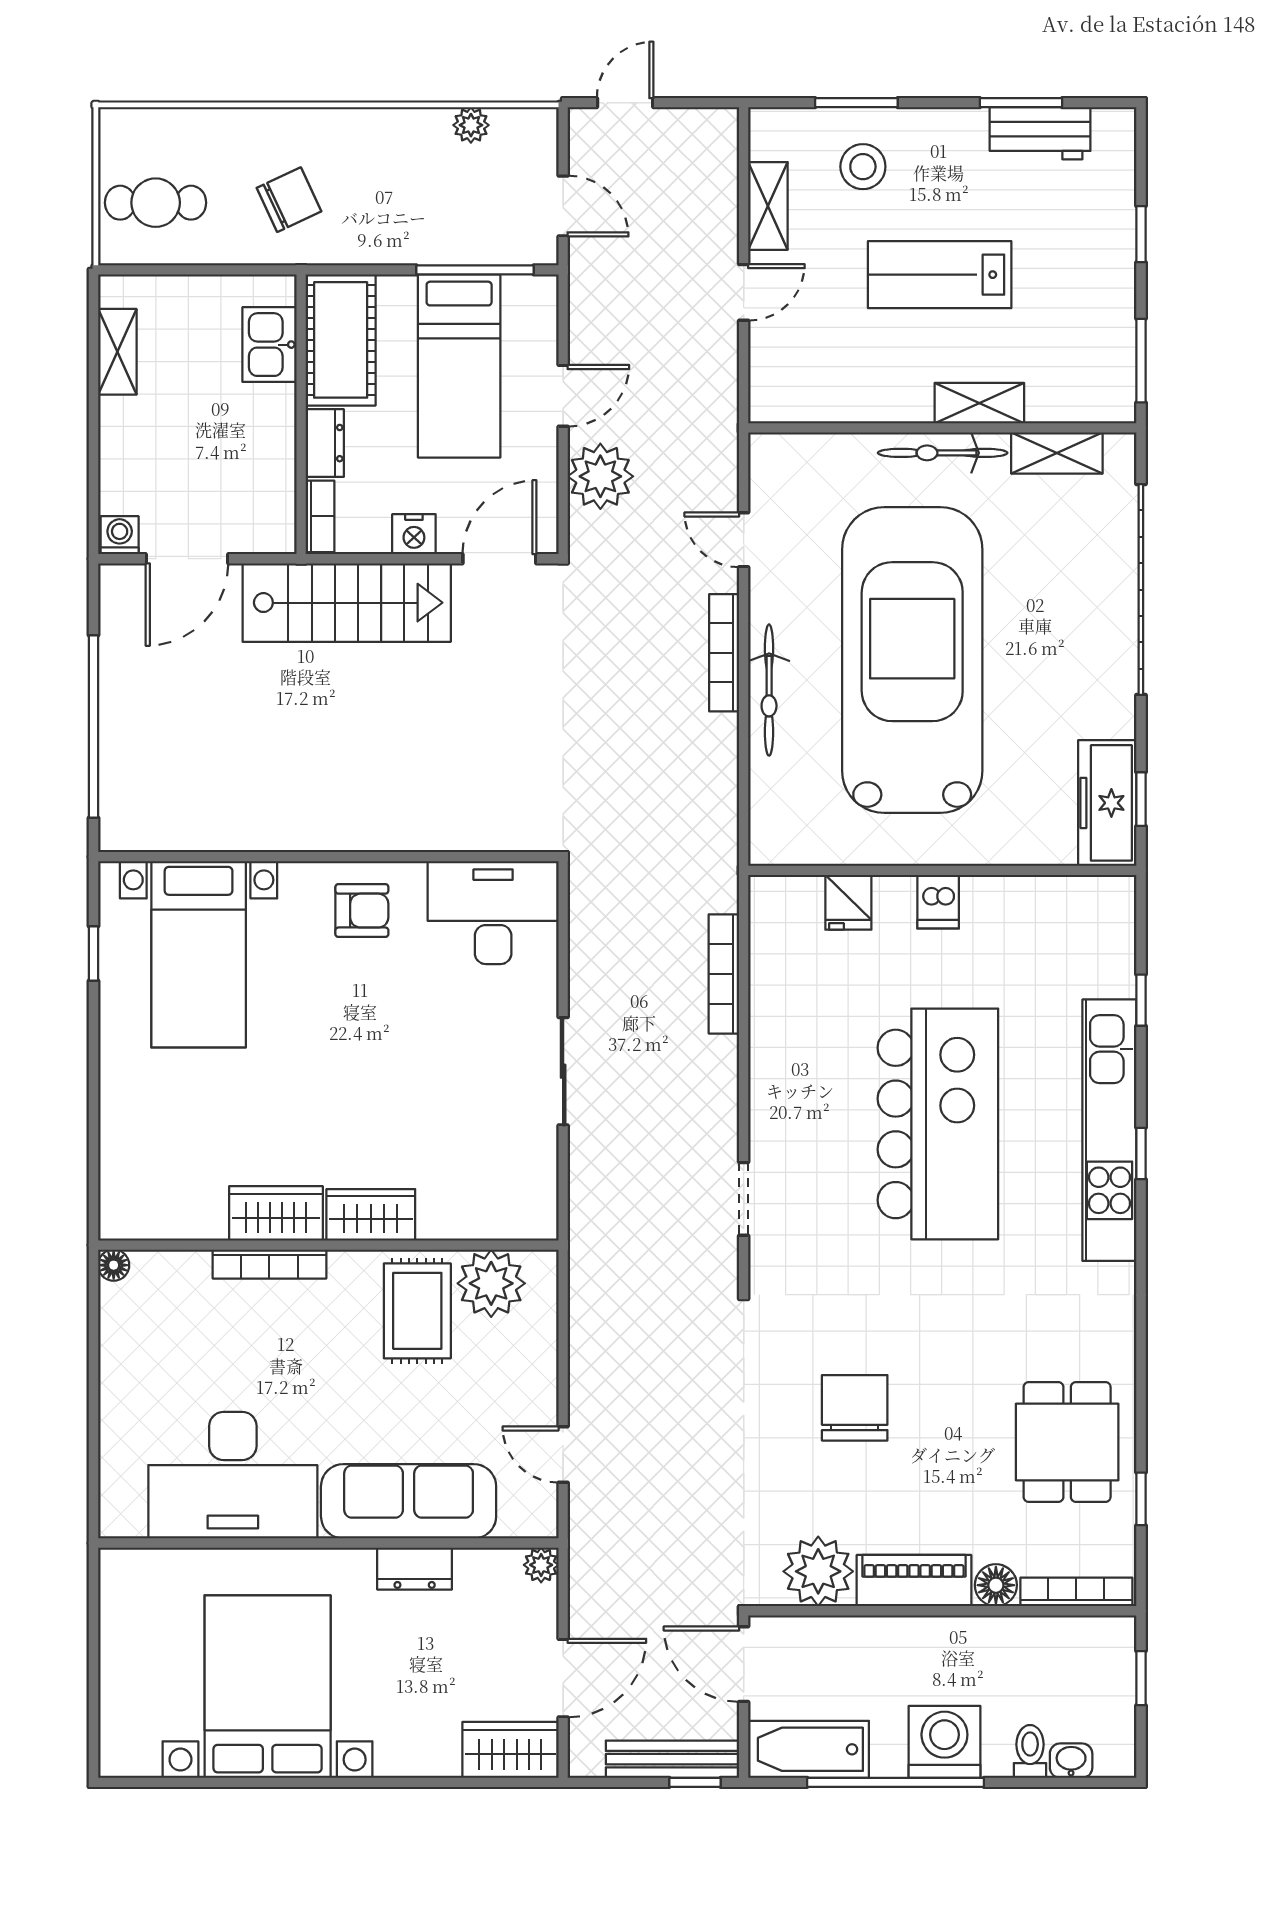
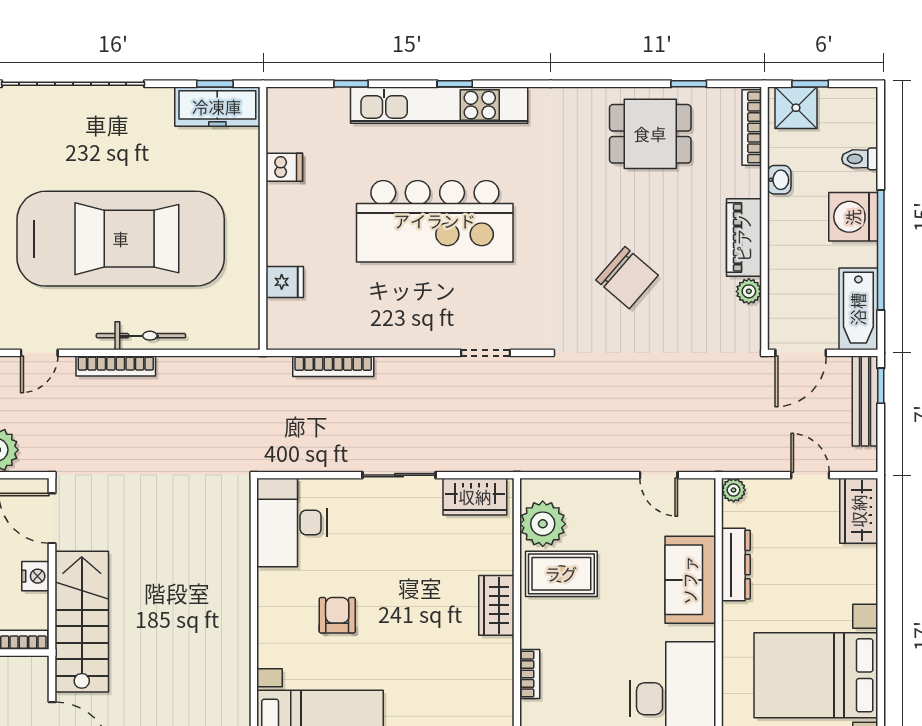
car: (912, 660) -> (121, 239), turned 180
dishwasher: (938, 902) -> (284, 167), moved
armchair: (362, 911) -> (337, 615), moved
kitchen island: (938, 1124) -> (435, 221), turned 180
wardrobe: (276, 1213) -> (475, 497), moved, turned -90
bookcase: (269, 1264) -> (530, 674), width x0.64
chair: (855, 1408) -> (627, 278), turned -139
door: (563, 1454) -> (659, 475), hinge flipped
sofa: (409, 1501) -> (690, 580), width x0.73
dresser: (415, 1569) -> (736, 565), width x1.44
plant: (818, 1571) -> (749, 291), width x0.53, depth x0.53
floor lamp: (996, 1585) -> (747, 182), removed
shower: (1106, 1657) -> (796, 108), added
door: (563, 1678) -> (810, 475), width x0.73
washbasin: (1071, 1761) -> (779, 180), moved, turned 180

